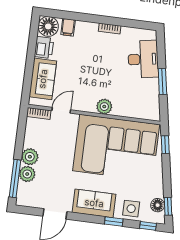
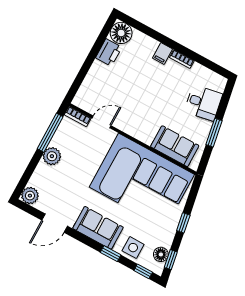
filing cabinet: (68, 27) -> (163, 53), moved
desk: (143, 59) -> (203, 103), width x0.73
sofa: (43, 79) -> (175, 146), moved, turned -90
plant: (104, 107) -> (146, 135), removed
window: (165, 145) -> (183, 223), moved
plant: (27, 174) -> (30, 196), moved
window: (15, 179) -> (50, 133), moved

